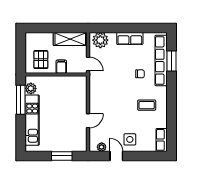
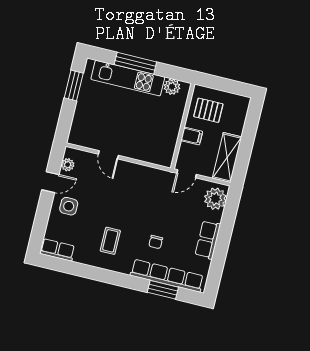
window: (21, 100) -> (135, 63), moved
window: (62, 156) -> (74, 86), moved

